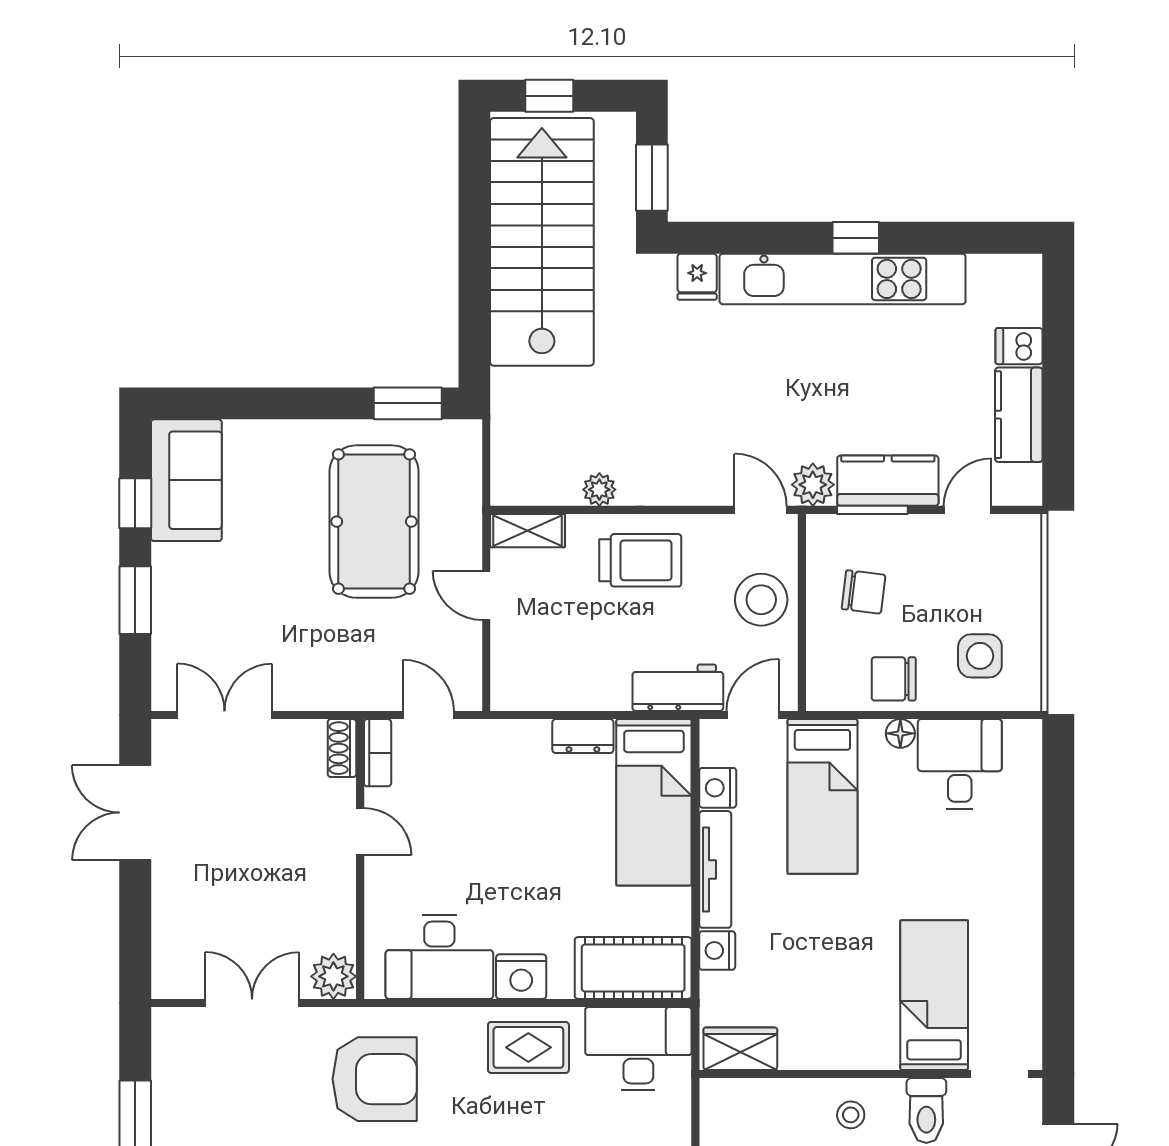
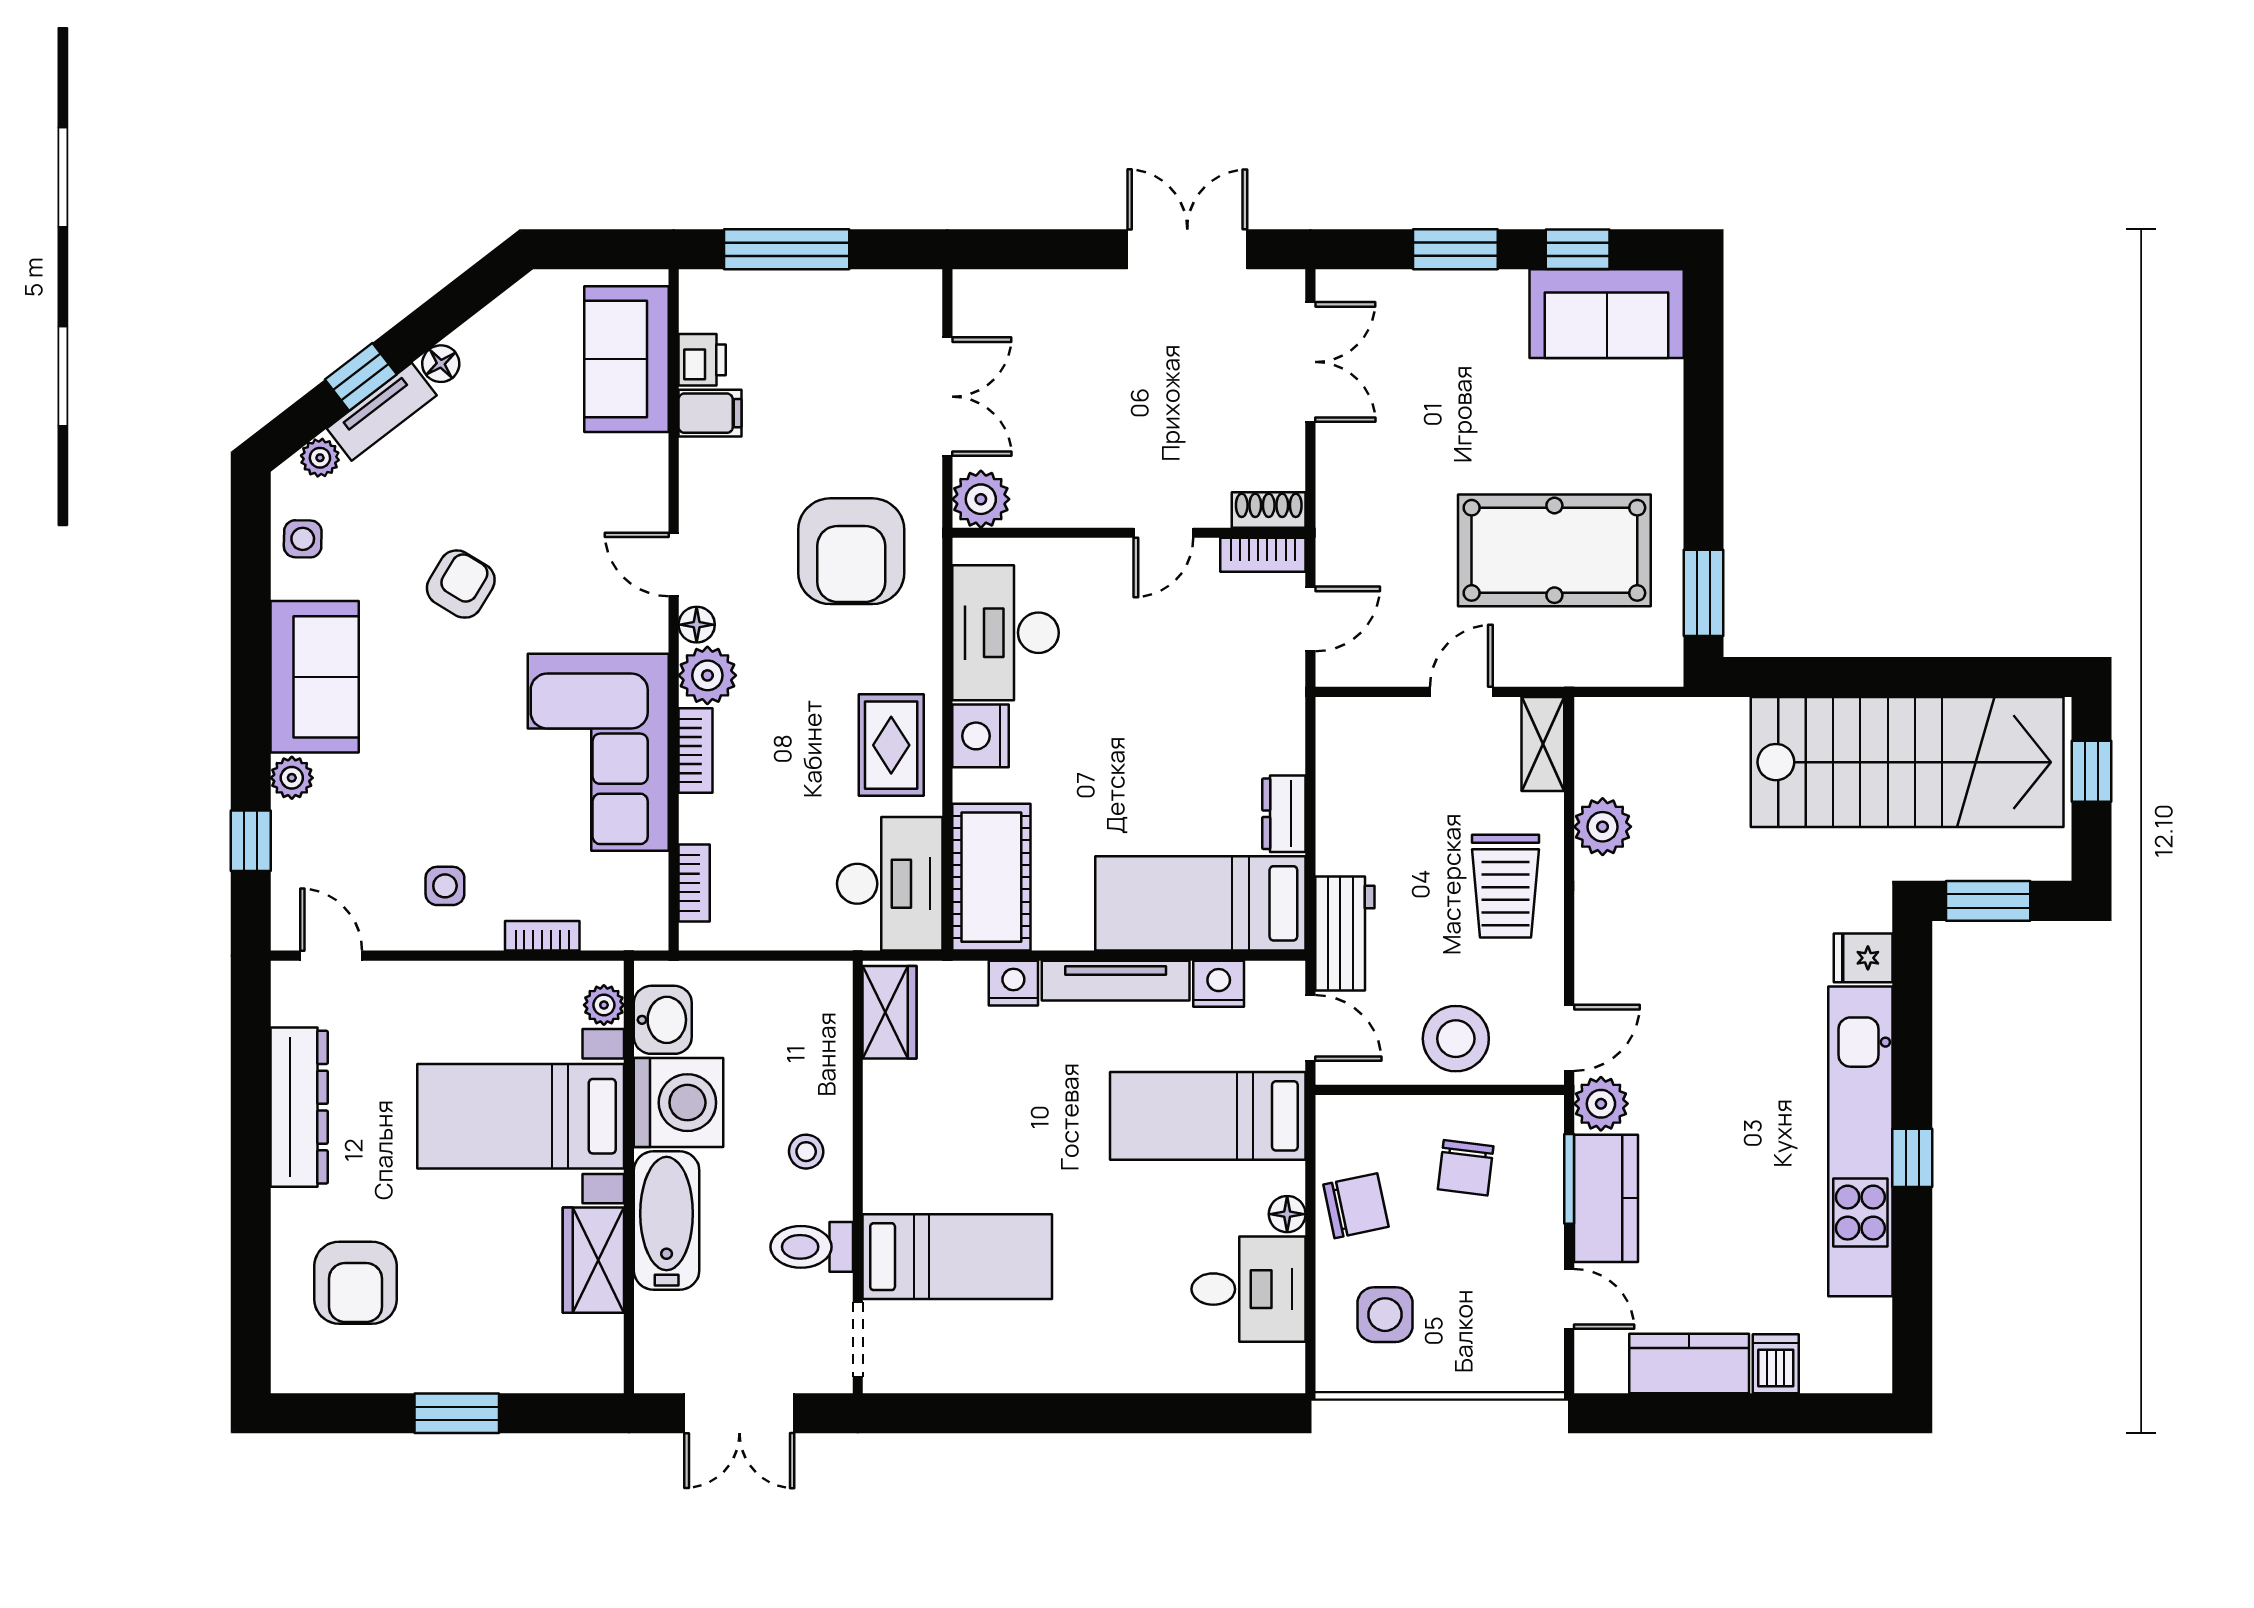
plant: (599, 490) -> (1603, 827), width x1.38, depth x1.38
chair: (894, 679) -> (1356, 1206), turned 78

